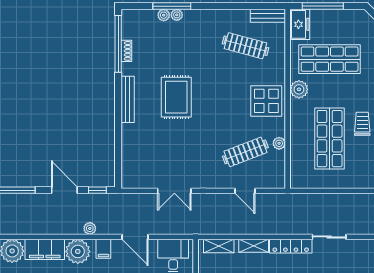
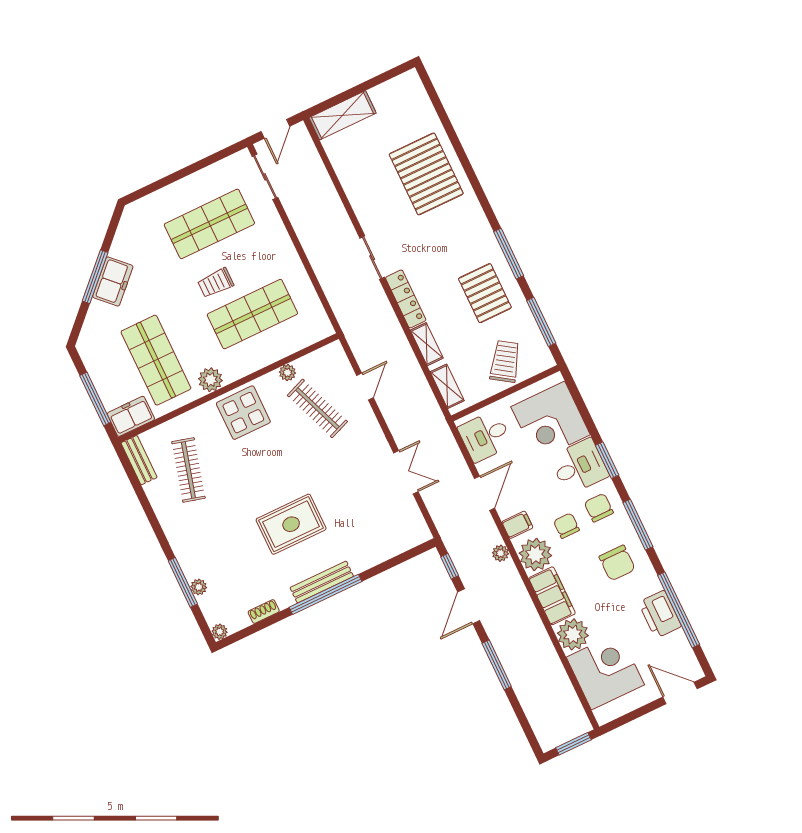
plant: (177, 15) -> (220, 632), moved
window: (118, 44) -> (325, 594), moved

